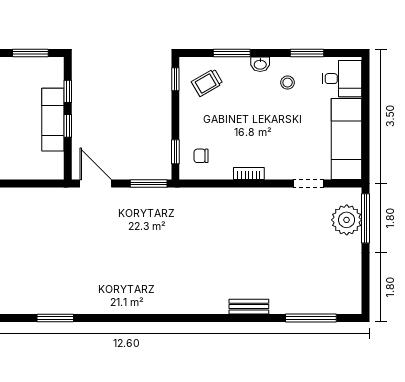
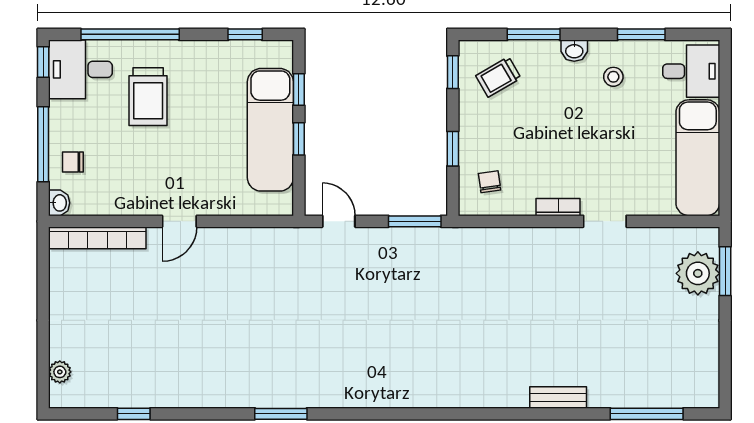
window: (30, 53) -> (245, 34), width x0.67
exam couch: (53, 120) -> (270, 130), width x1.36, depth x1.45
window: (175, 152) -> (453, 149), moved
chair: (201, 156) -> (490, 182), turned 82
door: (96, 184) -> (339, 221), width x0.73
doorway: (309, 184) -> (605, 221), moved
window: (366, 218) -> (725, 271), width x0.69

